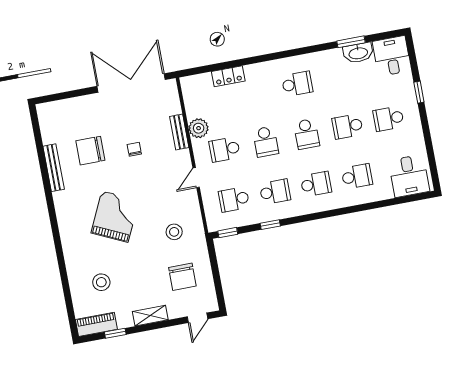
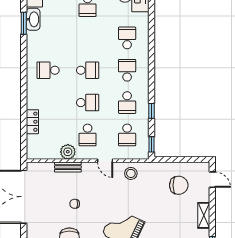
school desk: (297, 84) -> (48, 70), turned -90
school desk: (348, 126) -> (88, 38), removed
school desk: (275, 192) -> (127, 103), turned 180
stool: (174, 232) -> (131, 173), moved

